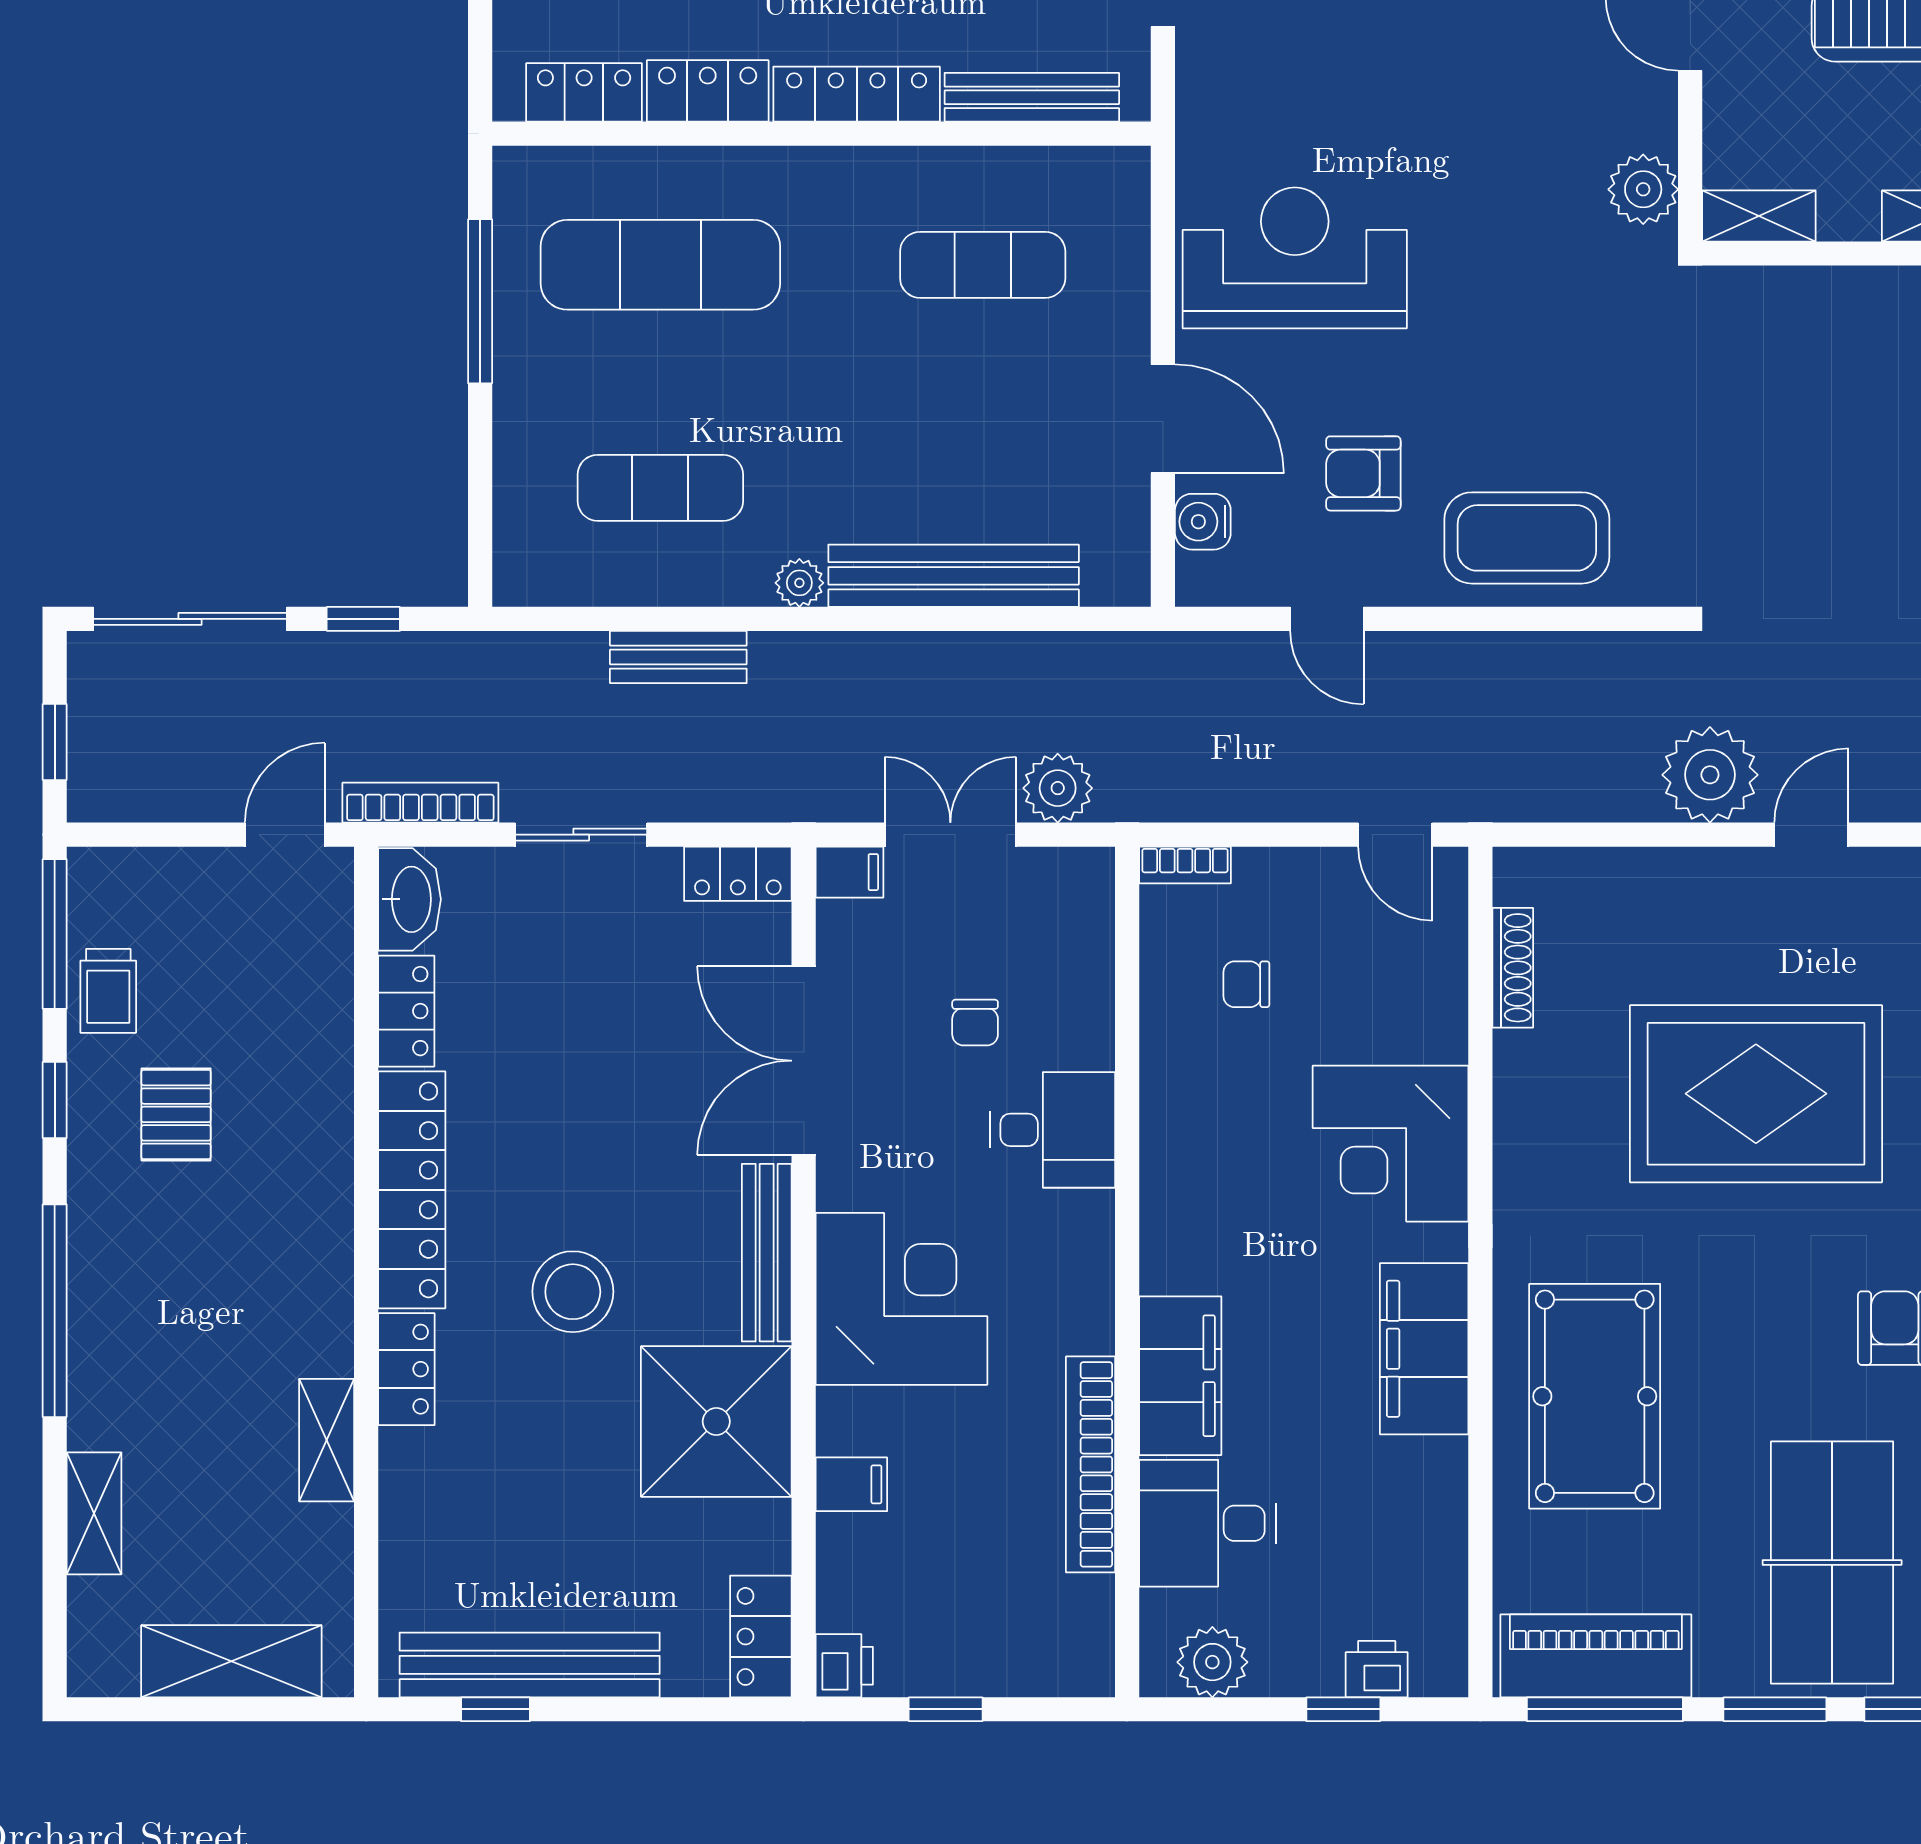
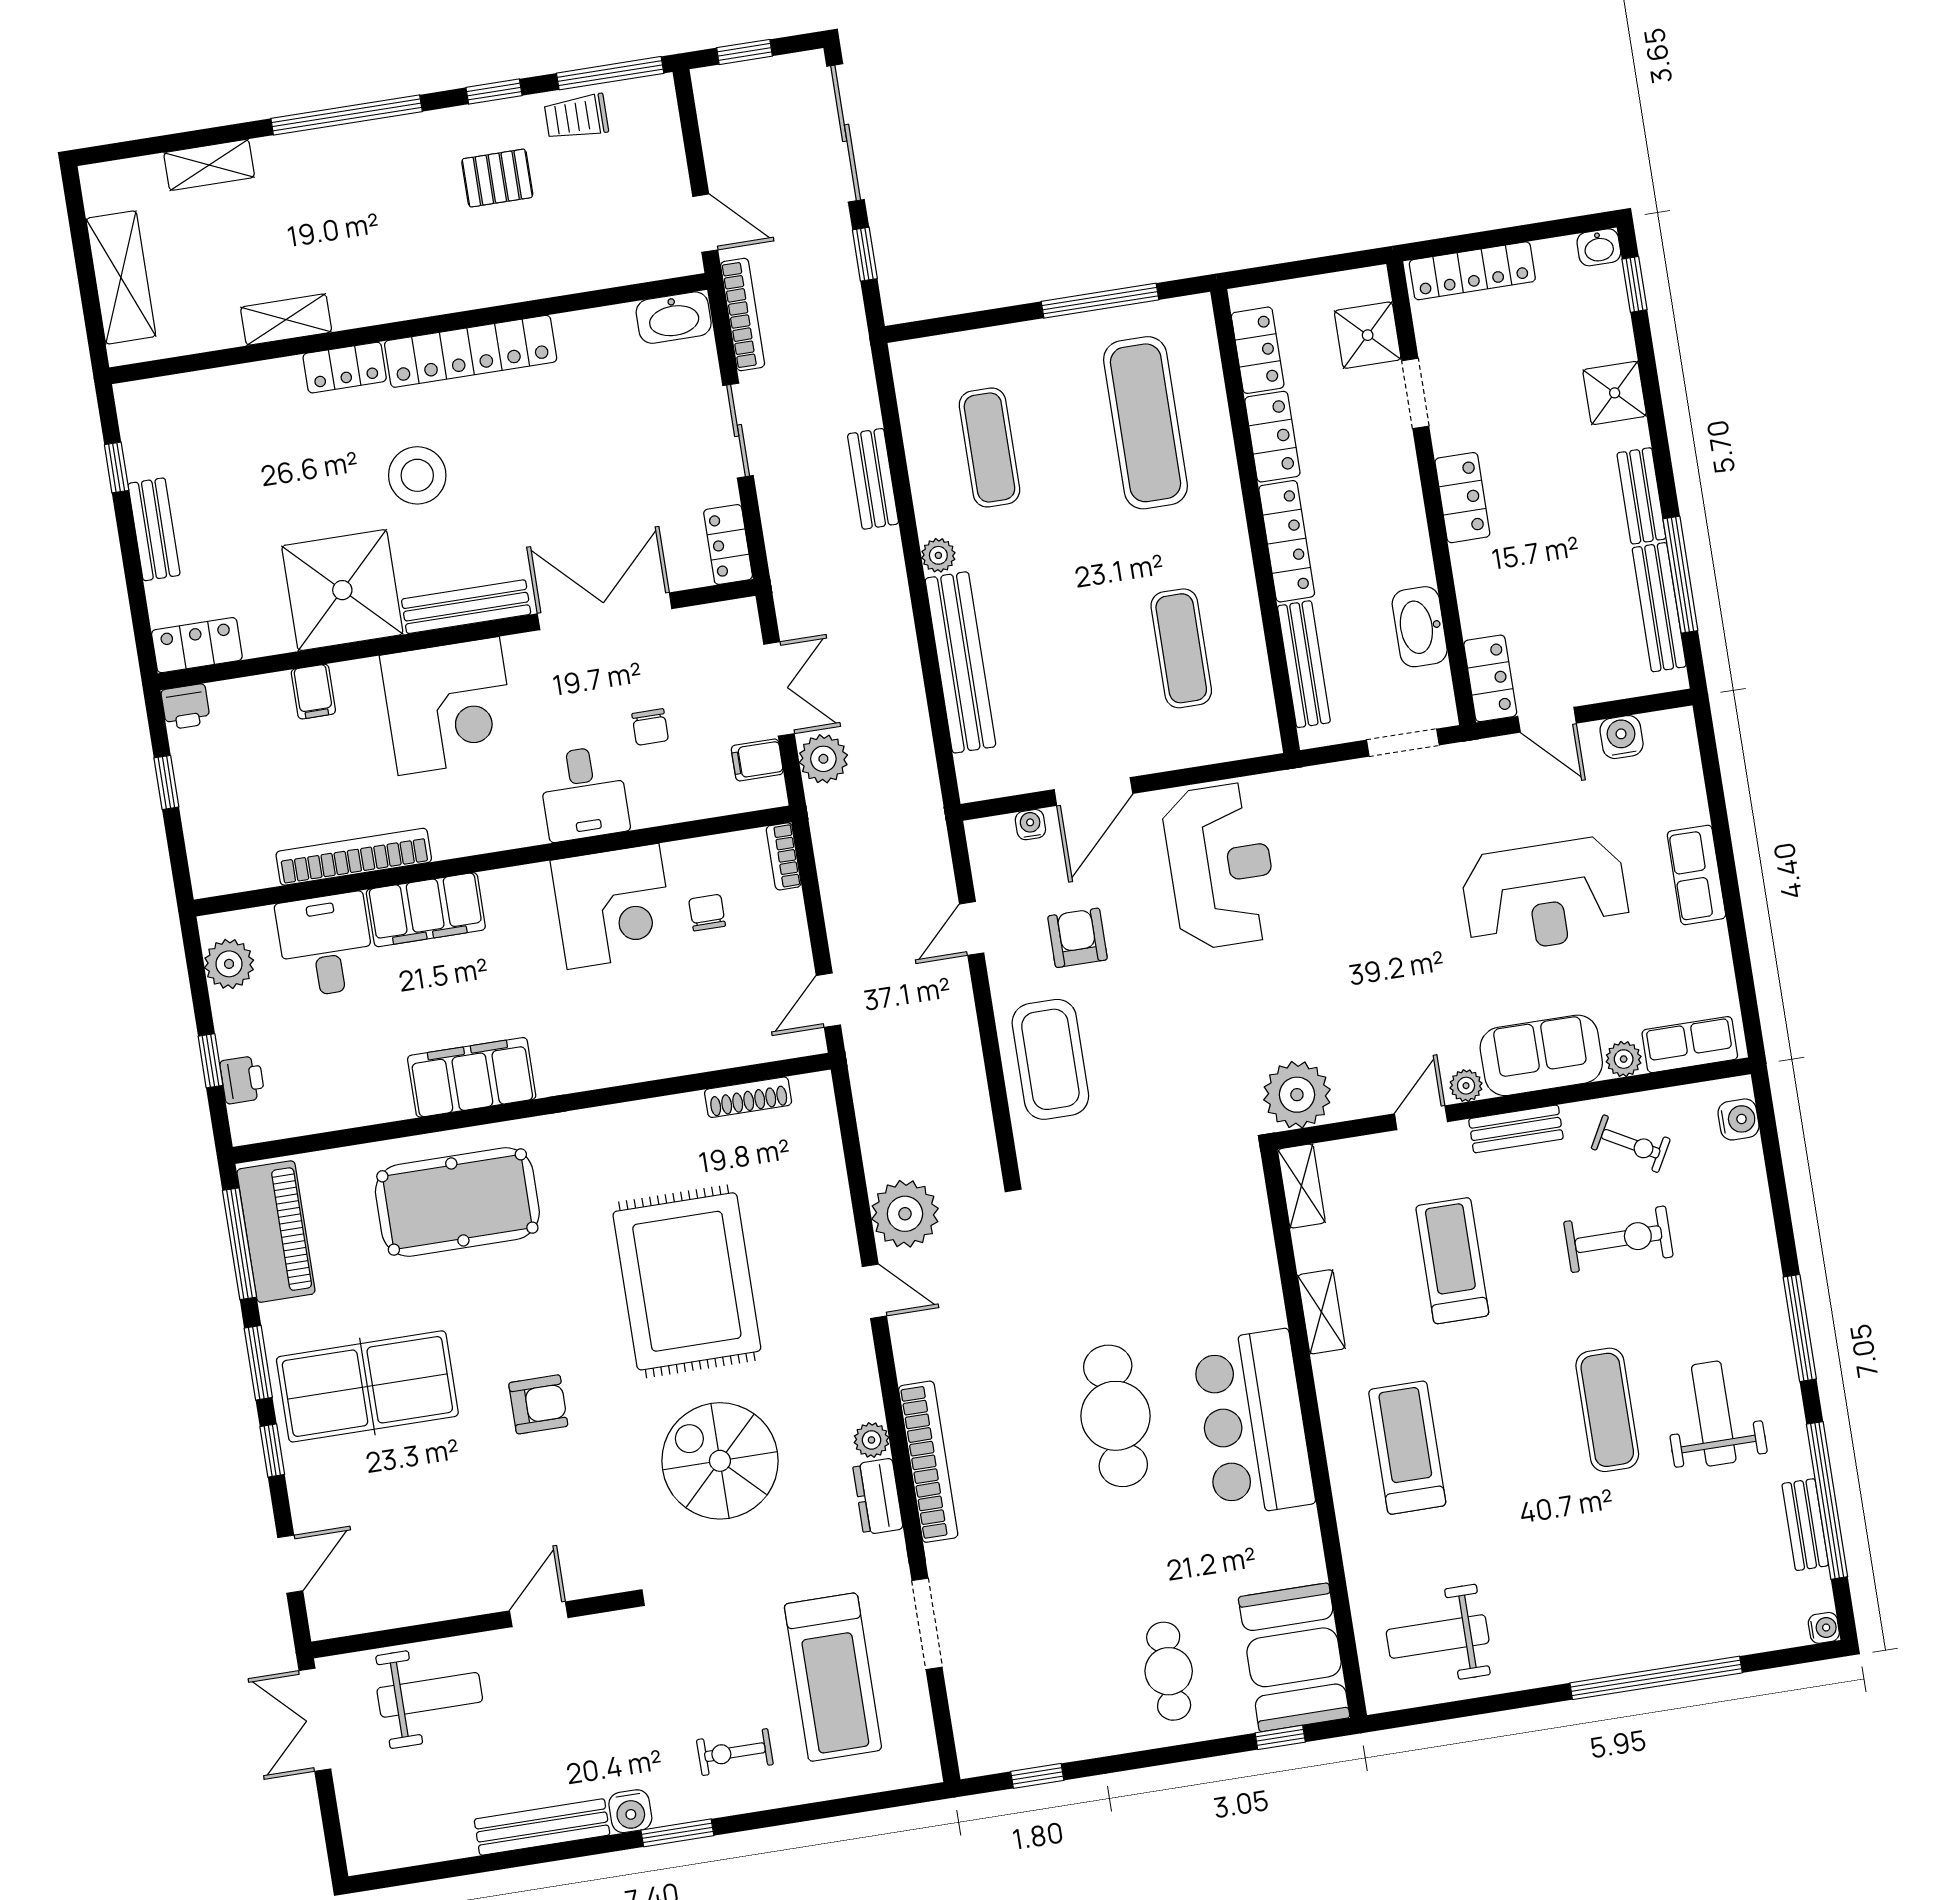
plant: (1643, 189) -> (1297, 1095), width x1.36, depth x1.36
water cooler: (1203, 522) -> (1030, 825), width x0.72, depth x0.72
filing cabinet: (850, 872) -> (757, 760), moved, turned 90
locker: (406, 1011) -> (595, 328), removed
chair: (975, 1023) -> (650, 727), turned -90
corner desk: (1391, 1144) -> (613, 906), moved, turned 180
bench: (530, 1665) -> (154, 529), width x0.54, depth x0.82

